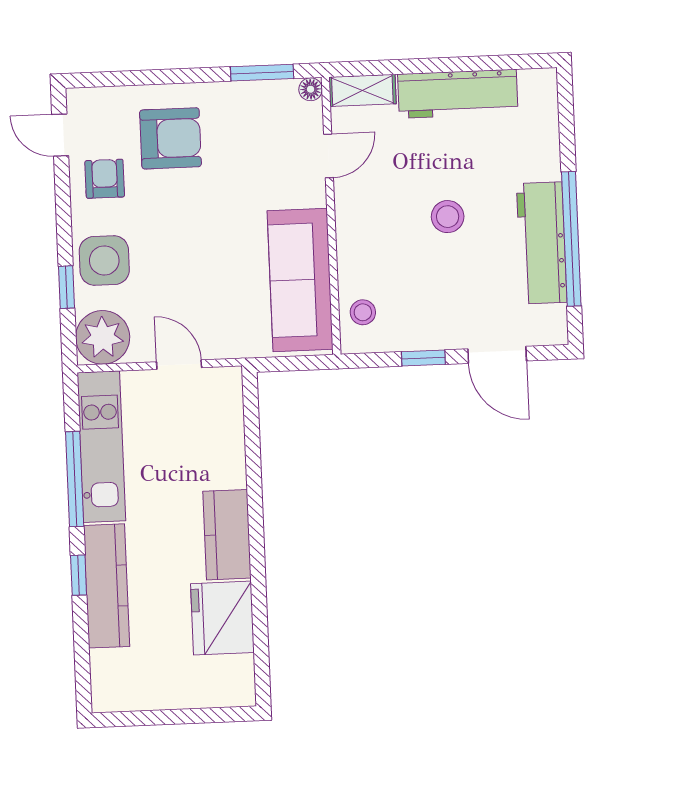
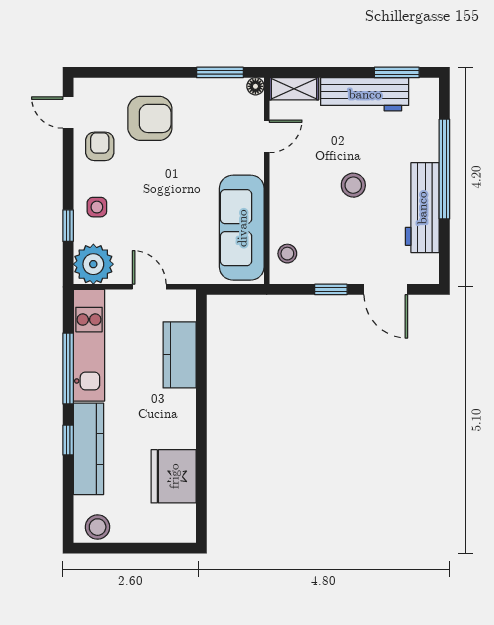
window: (500, 63) -> (397, 72), added
window: (571, 239) -> (444, 169), moved
side table: (104, 260) -> (97, 207), width x0.54, depth x0.54
kitchen counter: (227, 535) -> (180, 355), moved
stool: (123, 690) -> (98, 527), added

